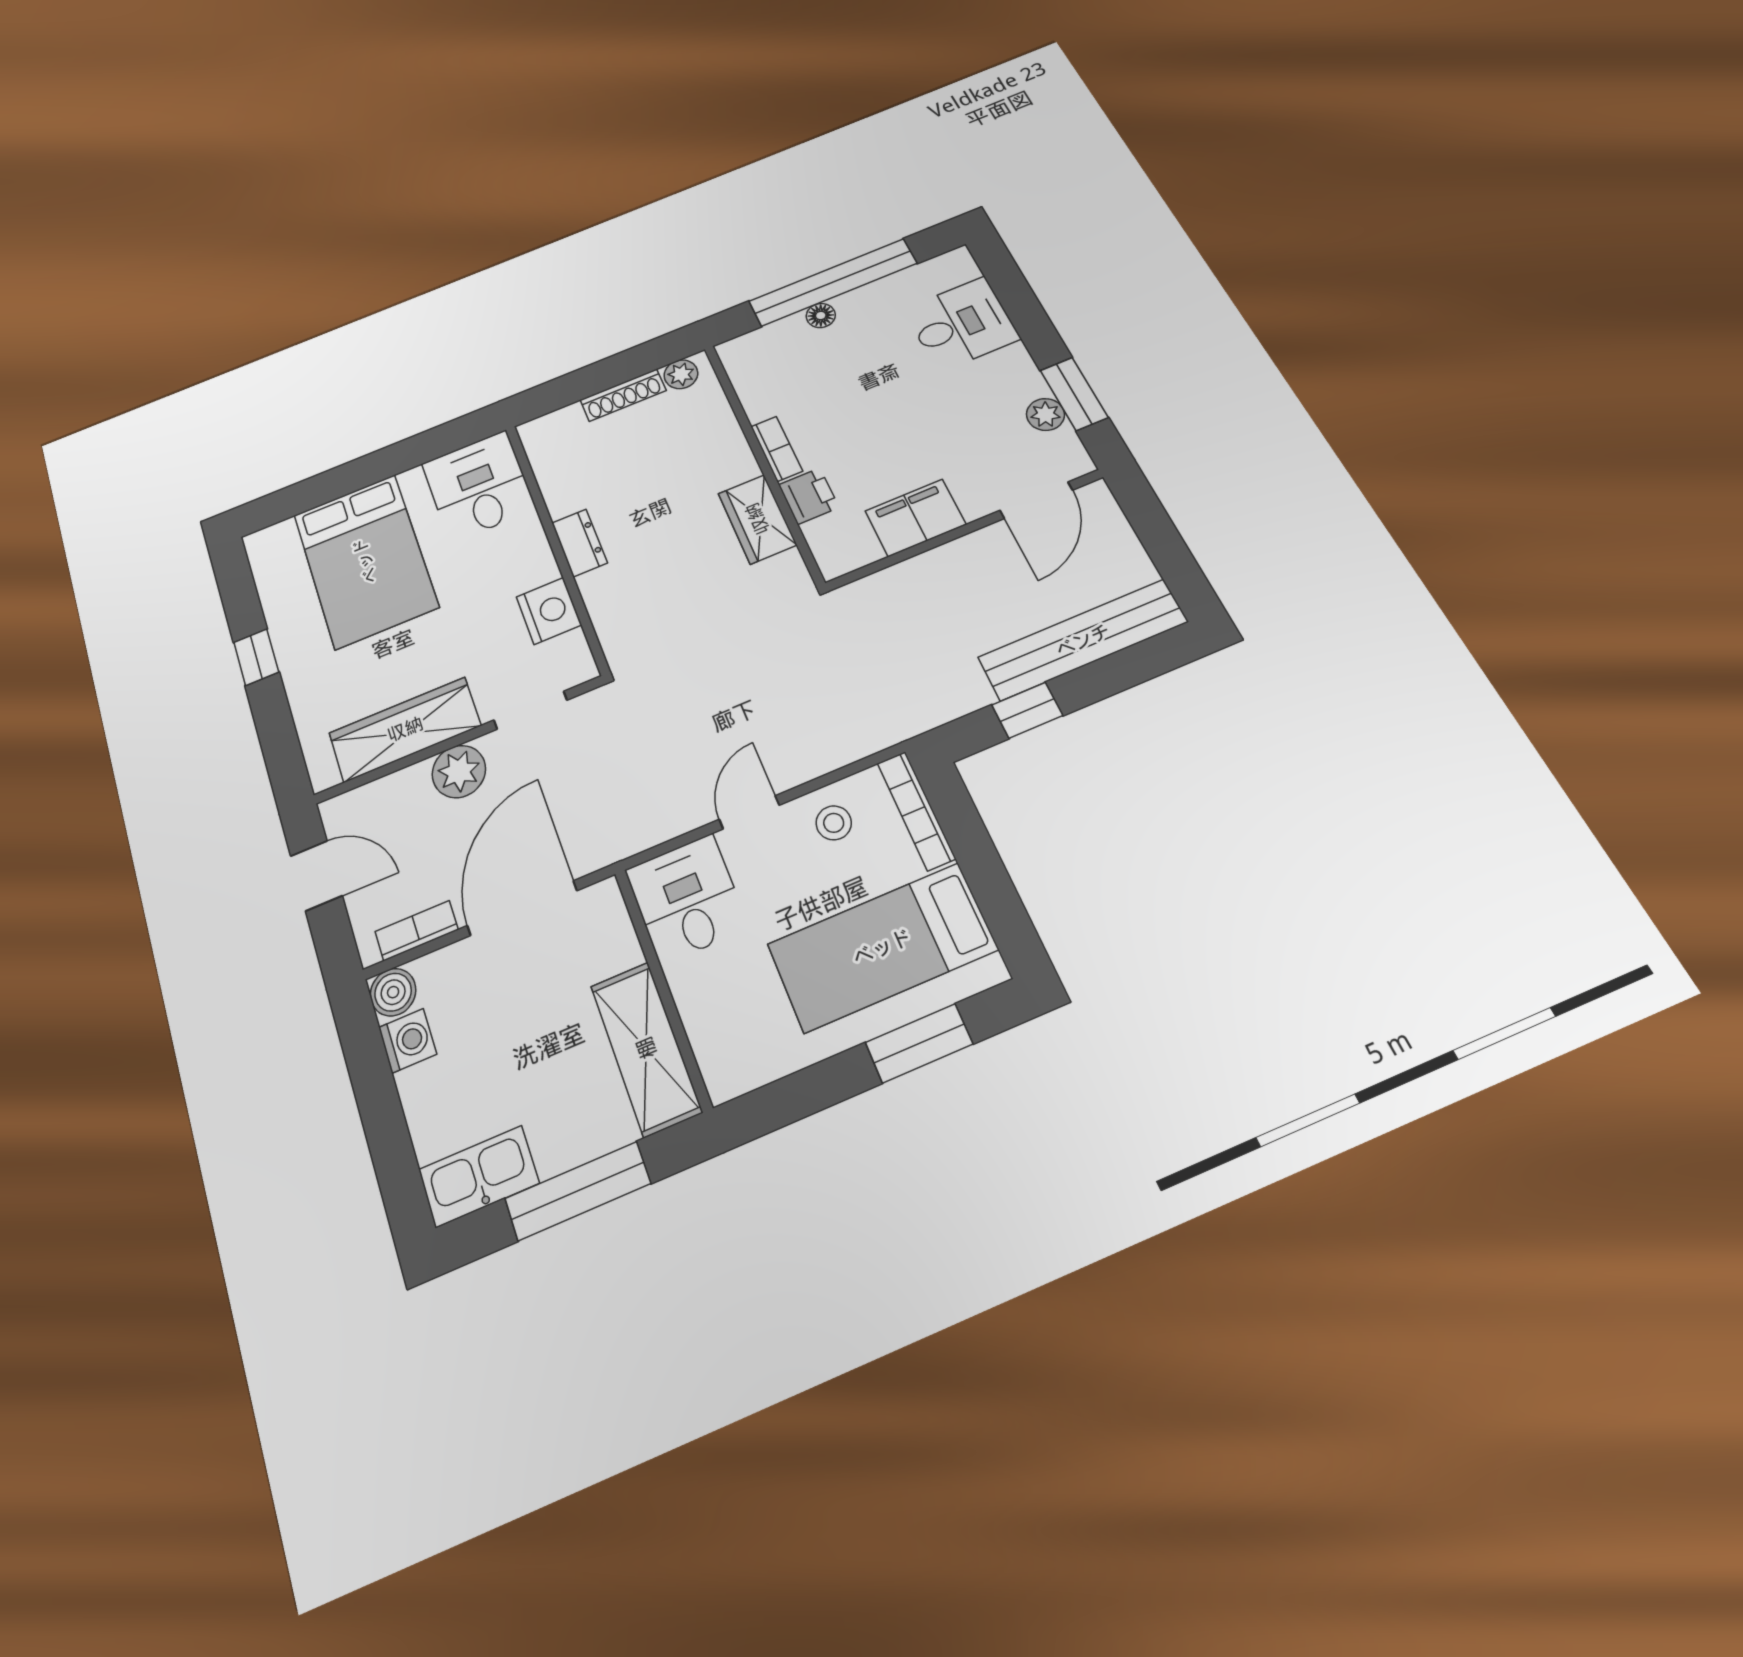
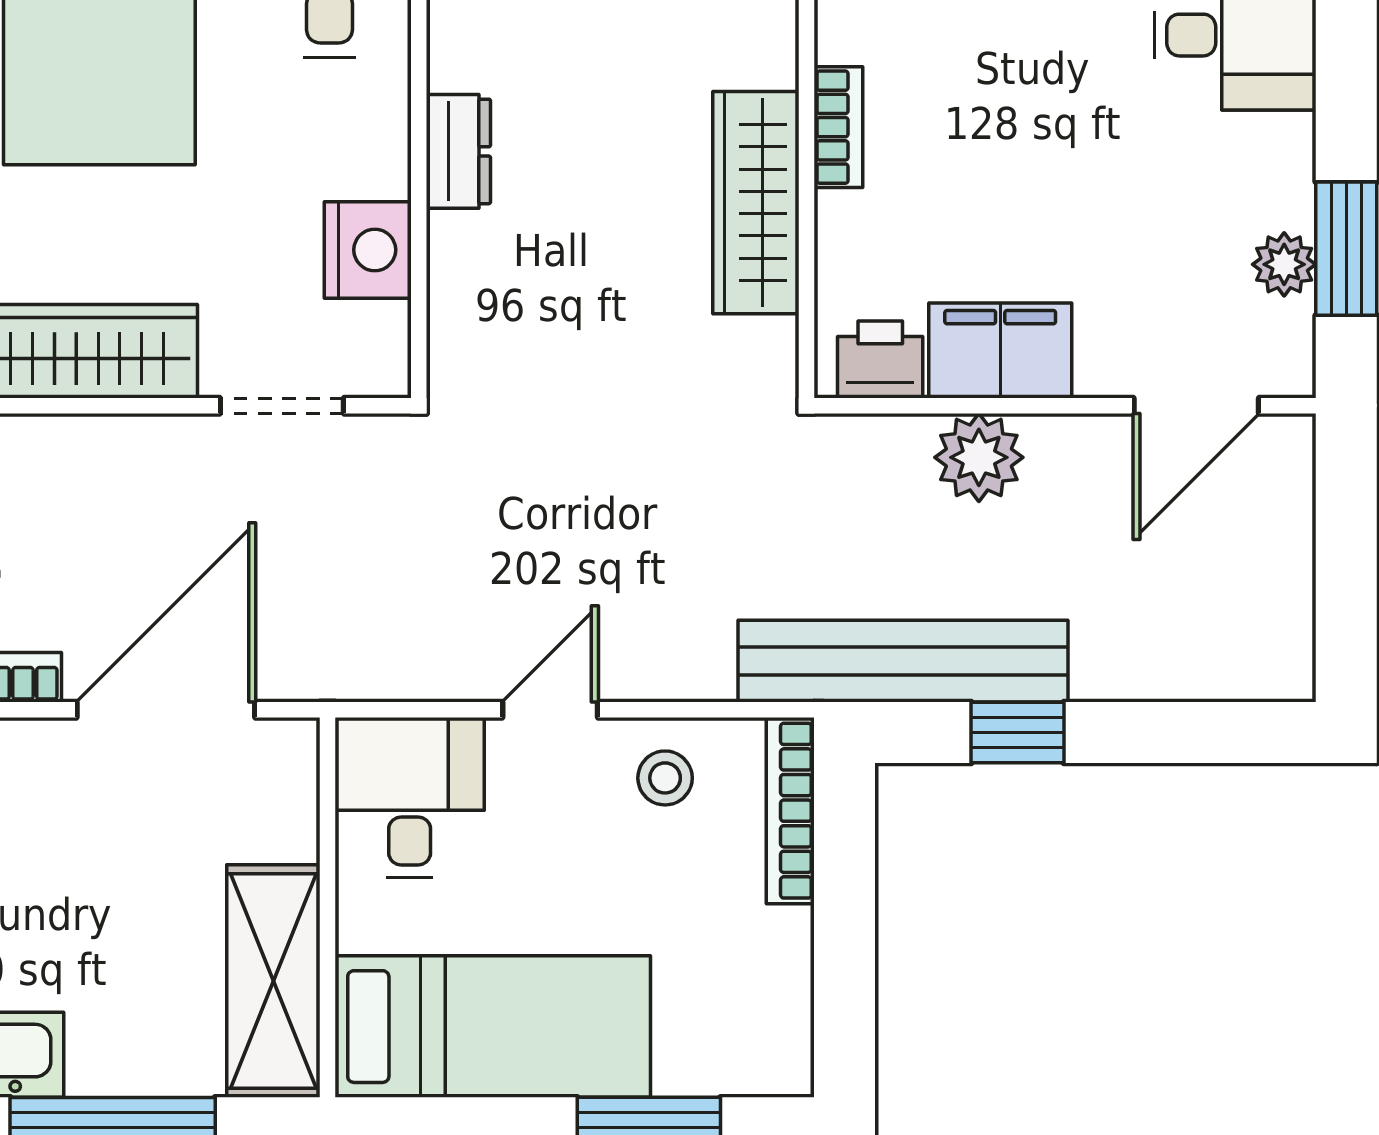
printer: (809, 496) -> (880, 359), moved, turned -90
wardrobe: (757, 519) -> (756, 203), width x1.50
bench: (1083, 640) -> (903, 661), moved
plant: (459, 771) -> (979, 457), moved
bed: (882, 947) -> (493, 1027), moved, turned 180

